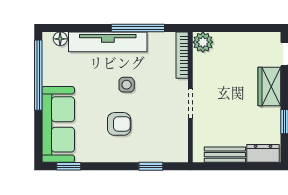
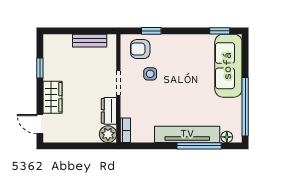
window: (138, 28) -> (199, 146), moved
bookcase: (182, 55) -> (125, 130), width x0.64
side table: (127, 85) -> (150, 74), moved
armchair: (119, 124) -> (140, 49), moved
dresser: (263, 153) -> (109, 111), moved, turned 90

